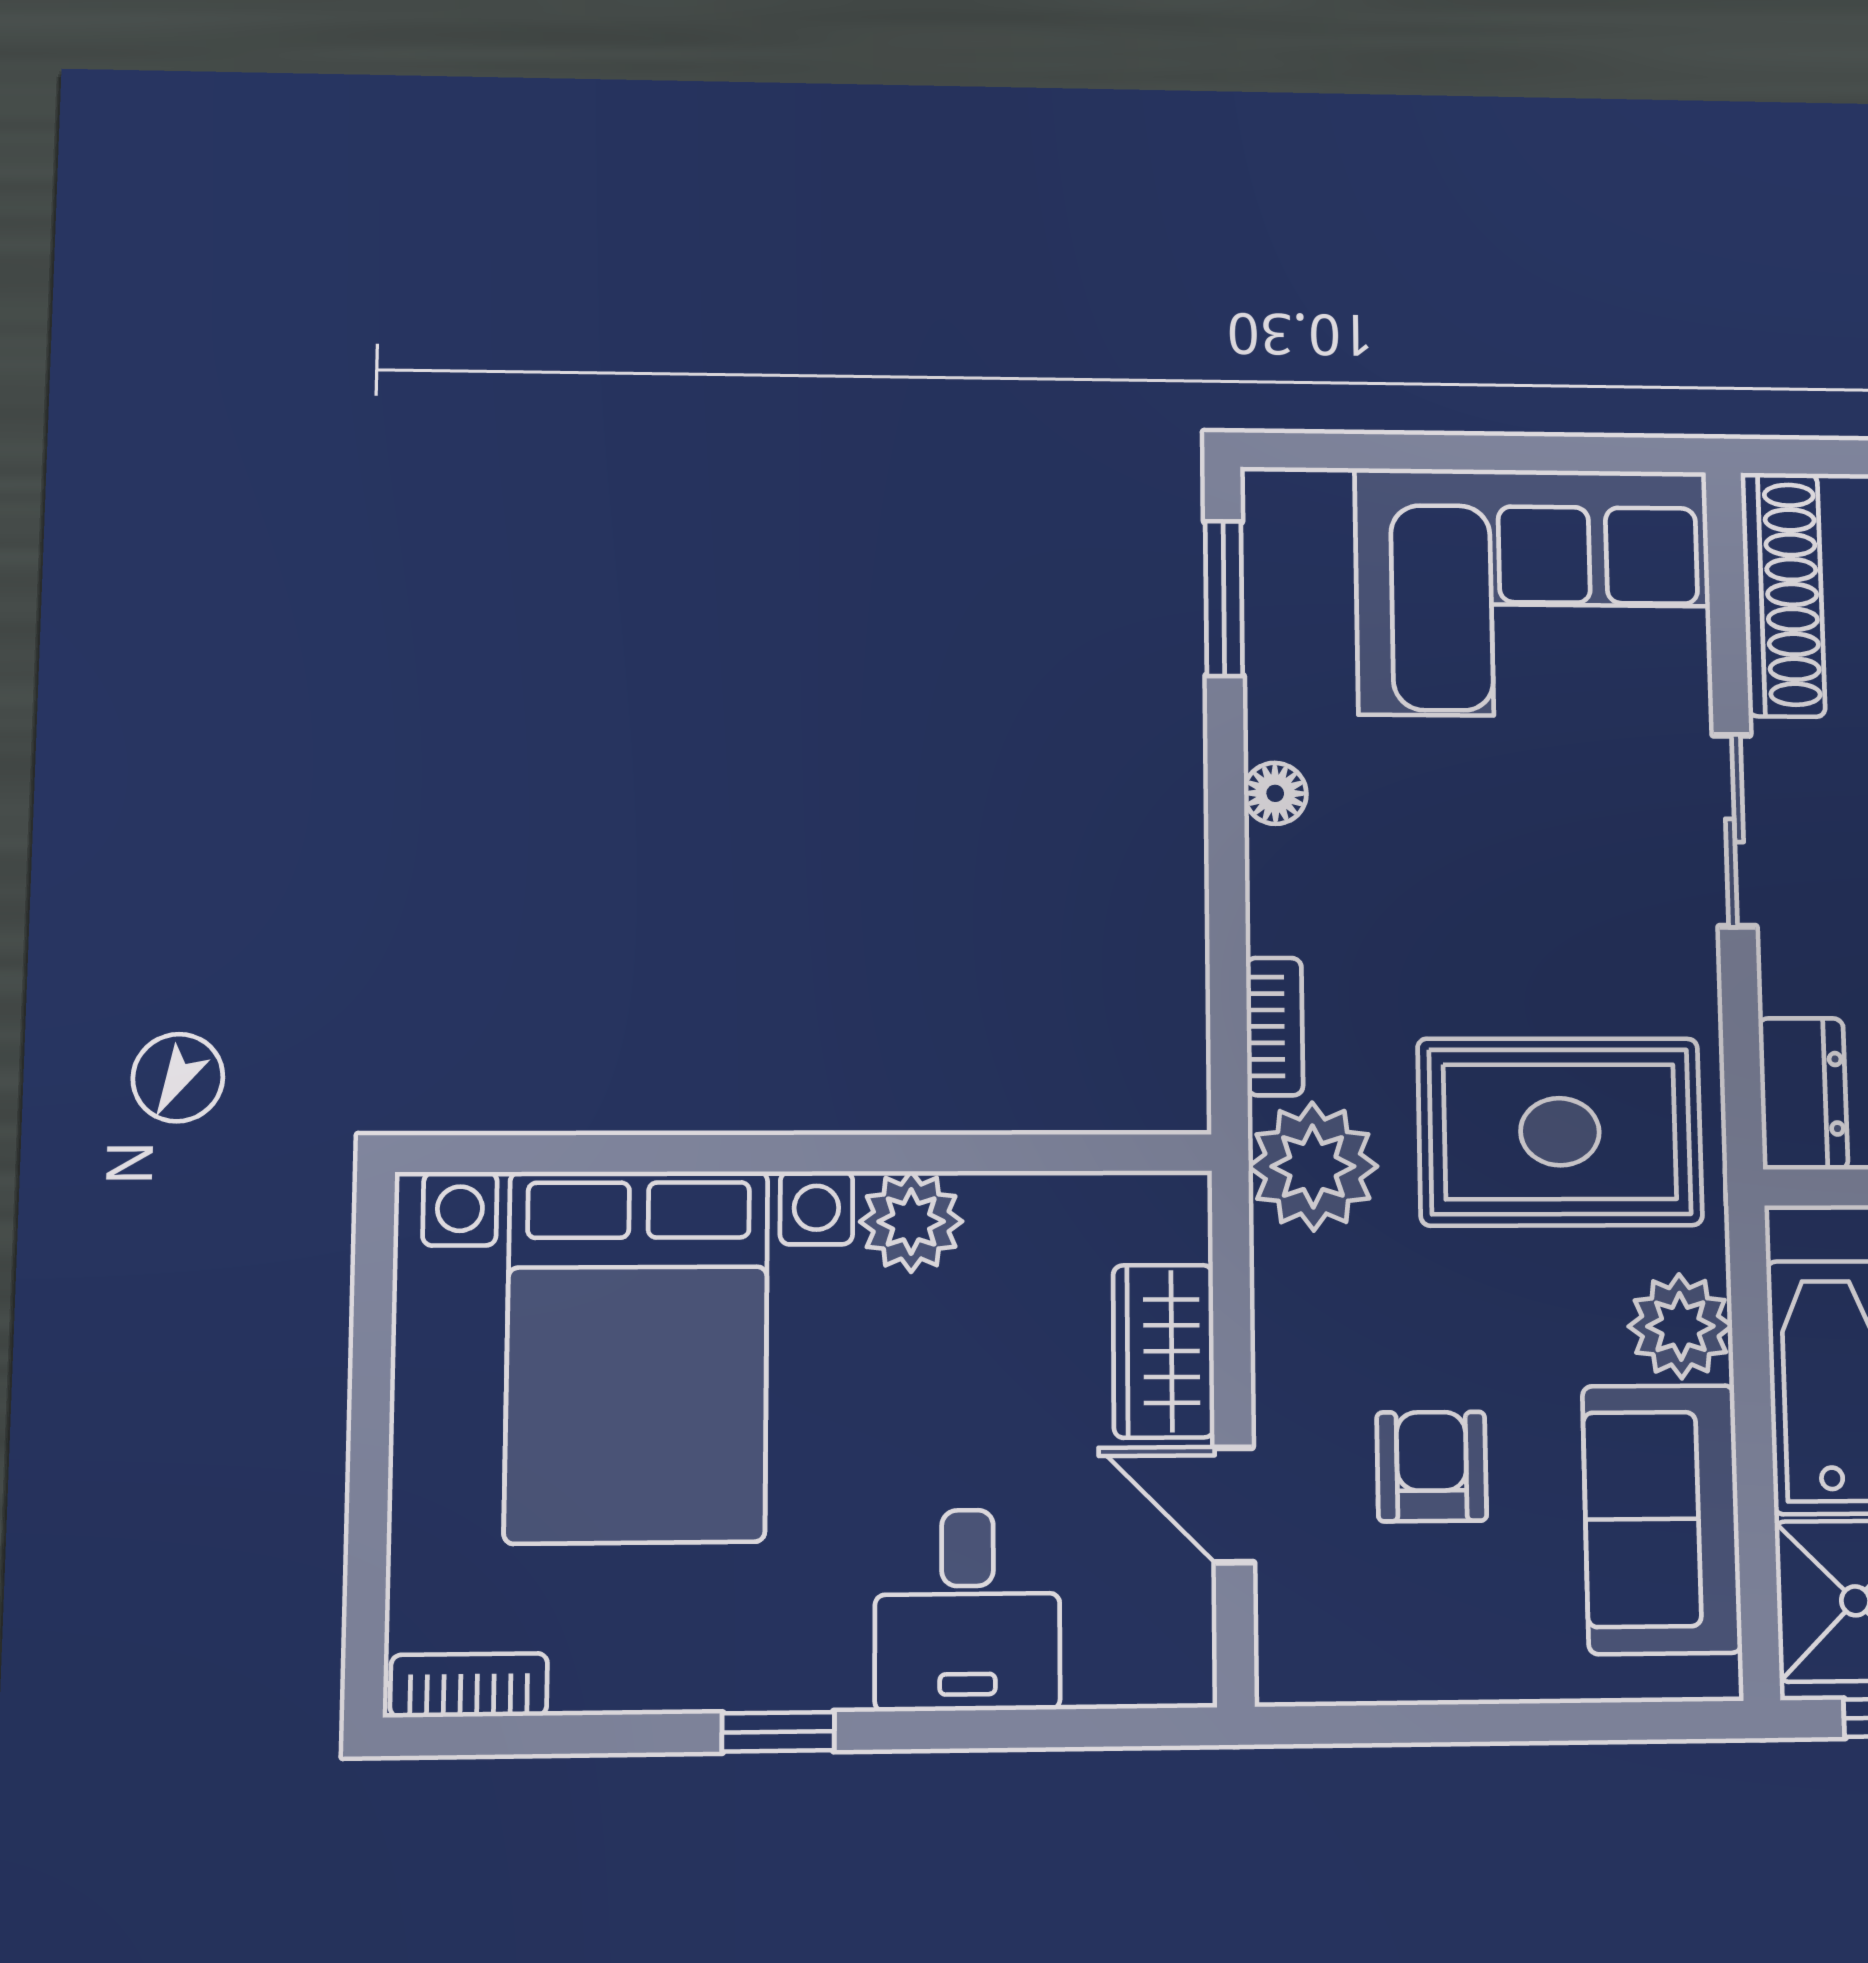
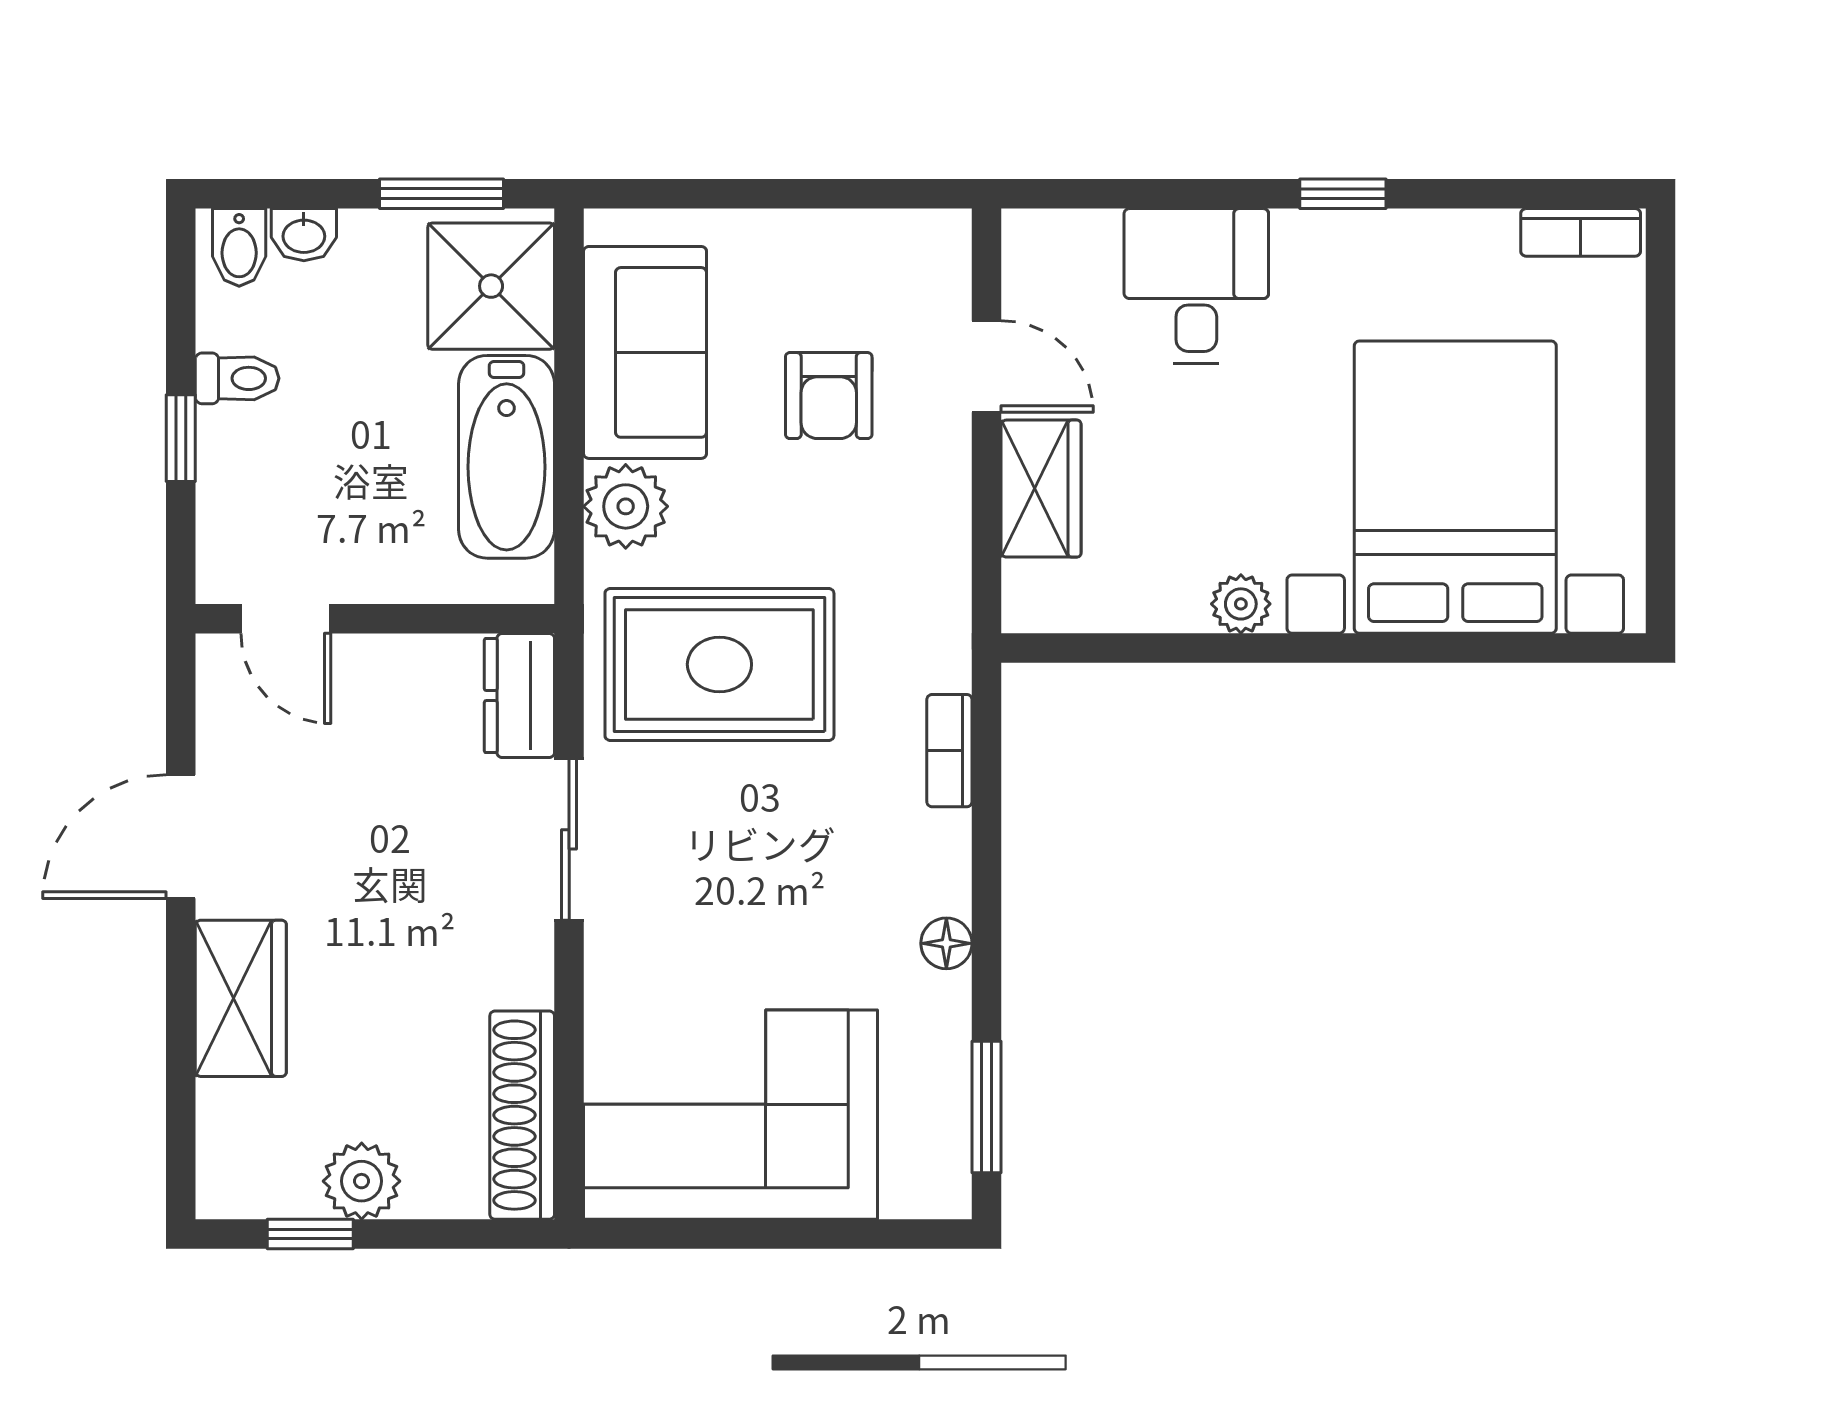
sliding door: (1734, 830) -> (569, 839), moved
plant: (1313, 1166) -> (920, 637), removed
plant: (911, 1221) -> (1241, 604), width x0.73, depth x0.73

